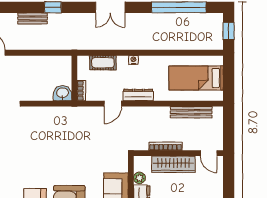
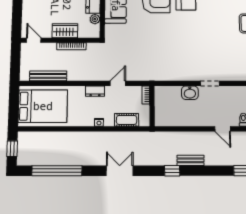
bed: (196, 78) -> (43, 106), width x1.50
washbasin: (63, 93) -> (190, 93), moved
dresser: (138, 95) -> (95, 91), width x0.70
wardrobe: (173, 164) -> (65, 31), width x0.67

